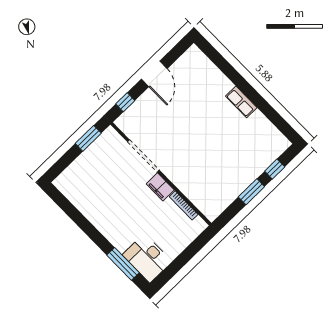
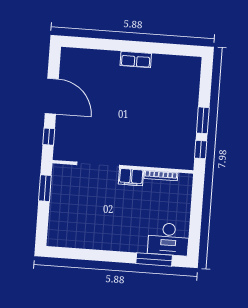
door: (154, 74) -> (52, 96), width x1.36
window: (275, 169) -> (201, 150), moved

